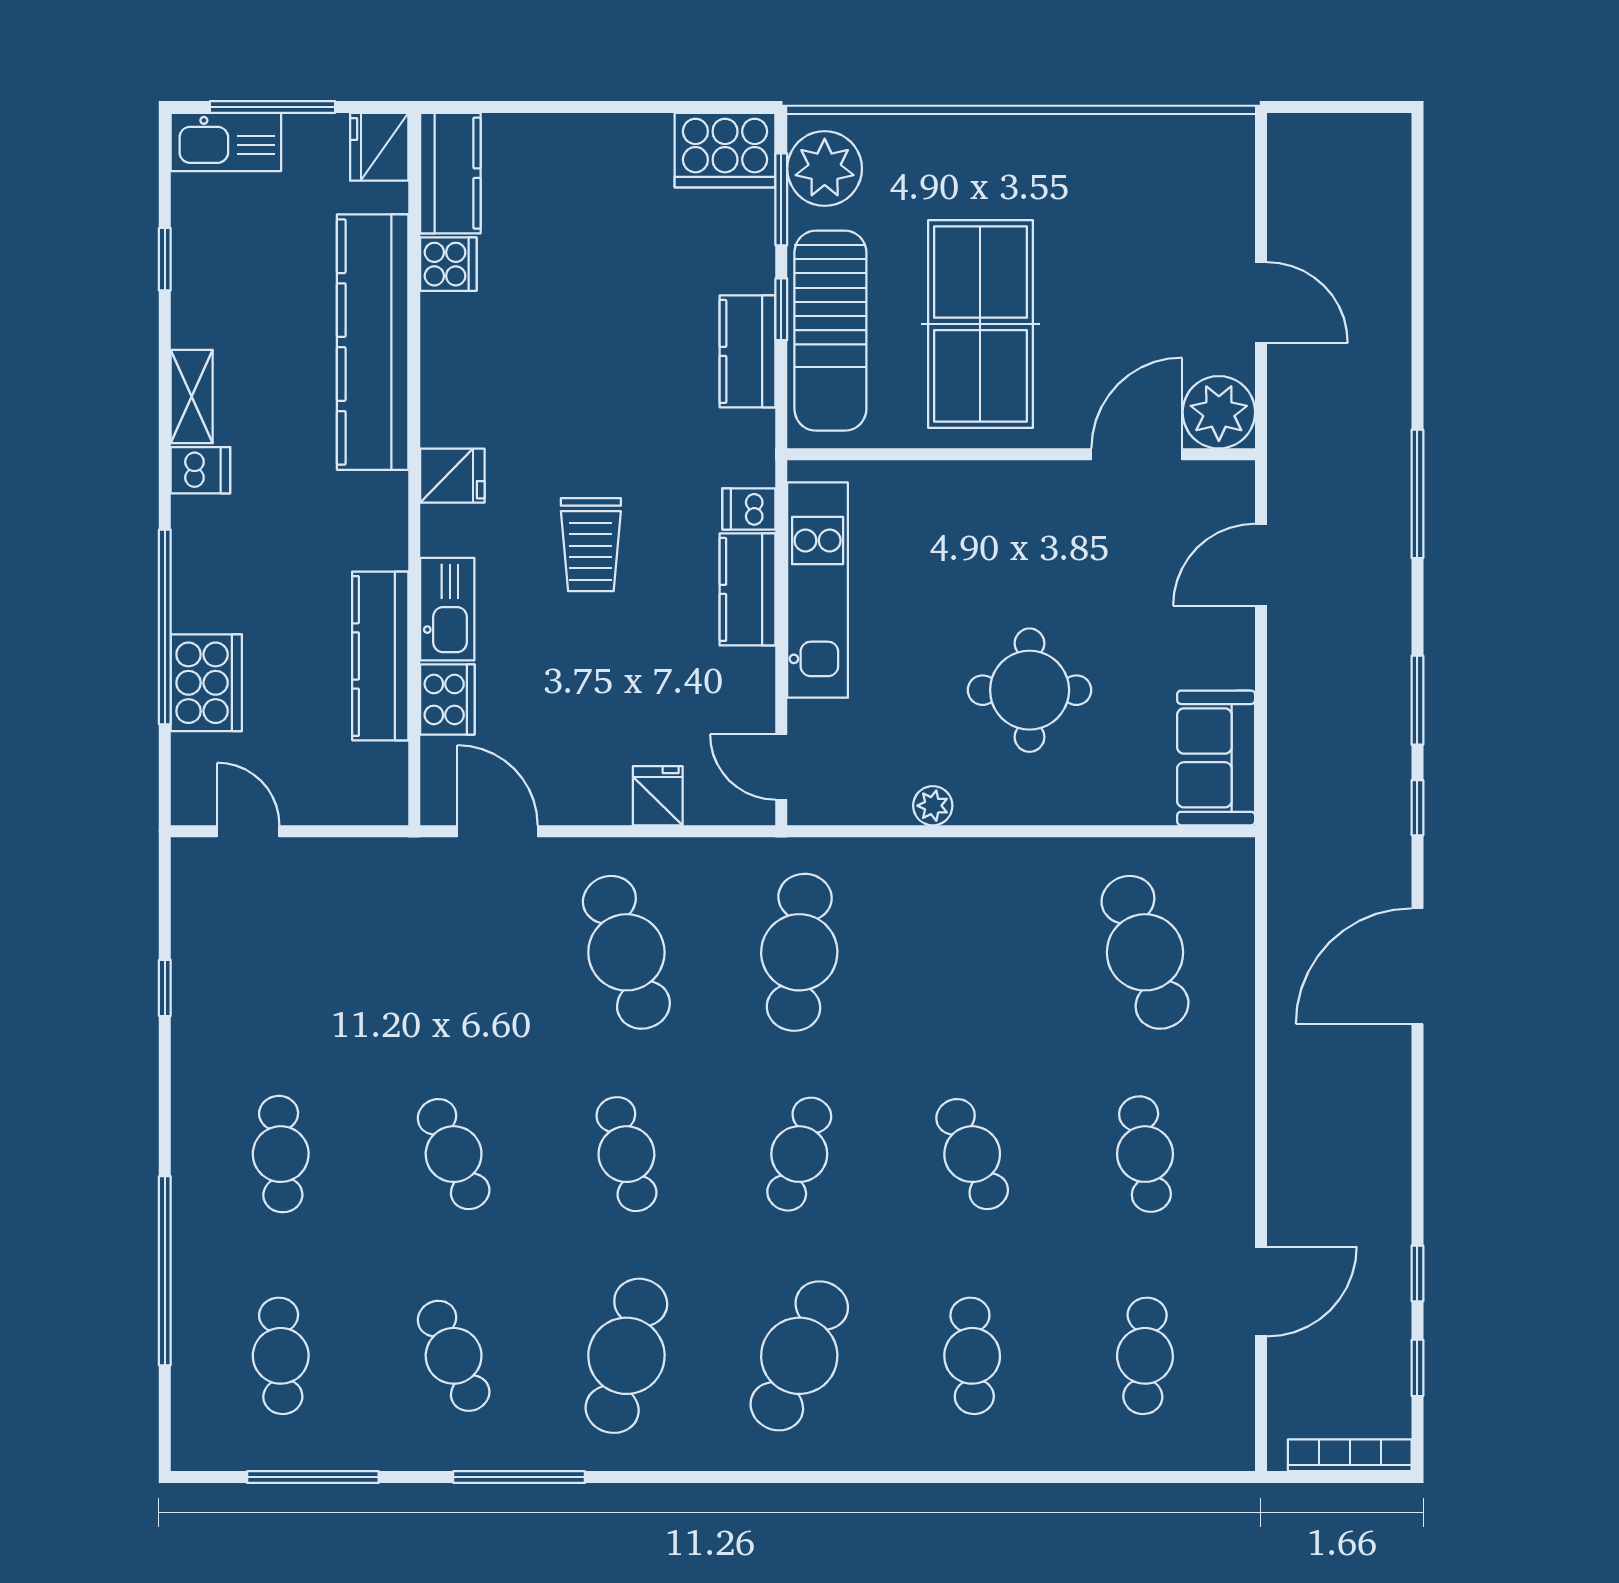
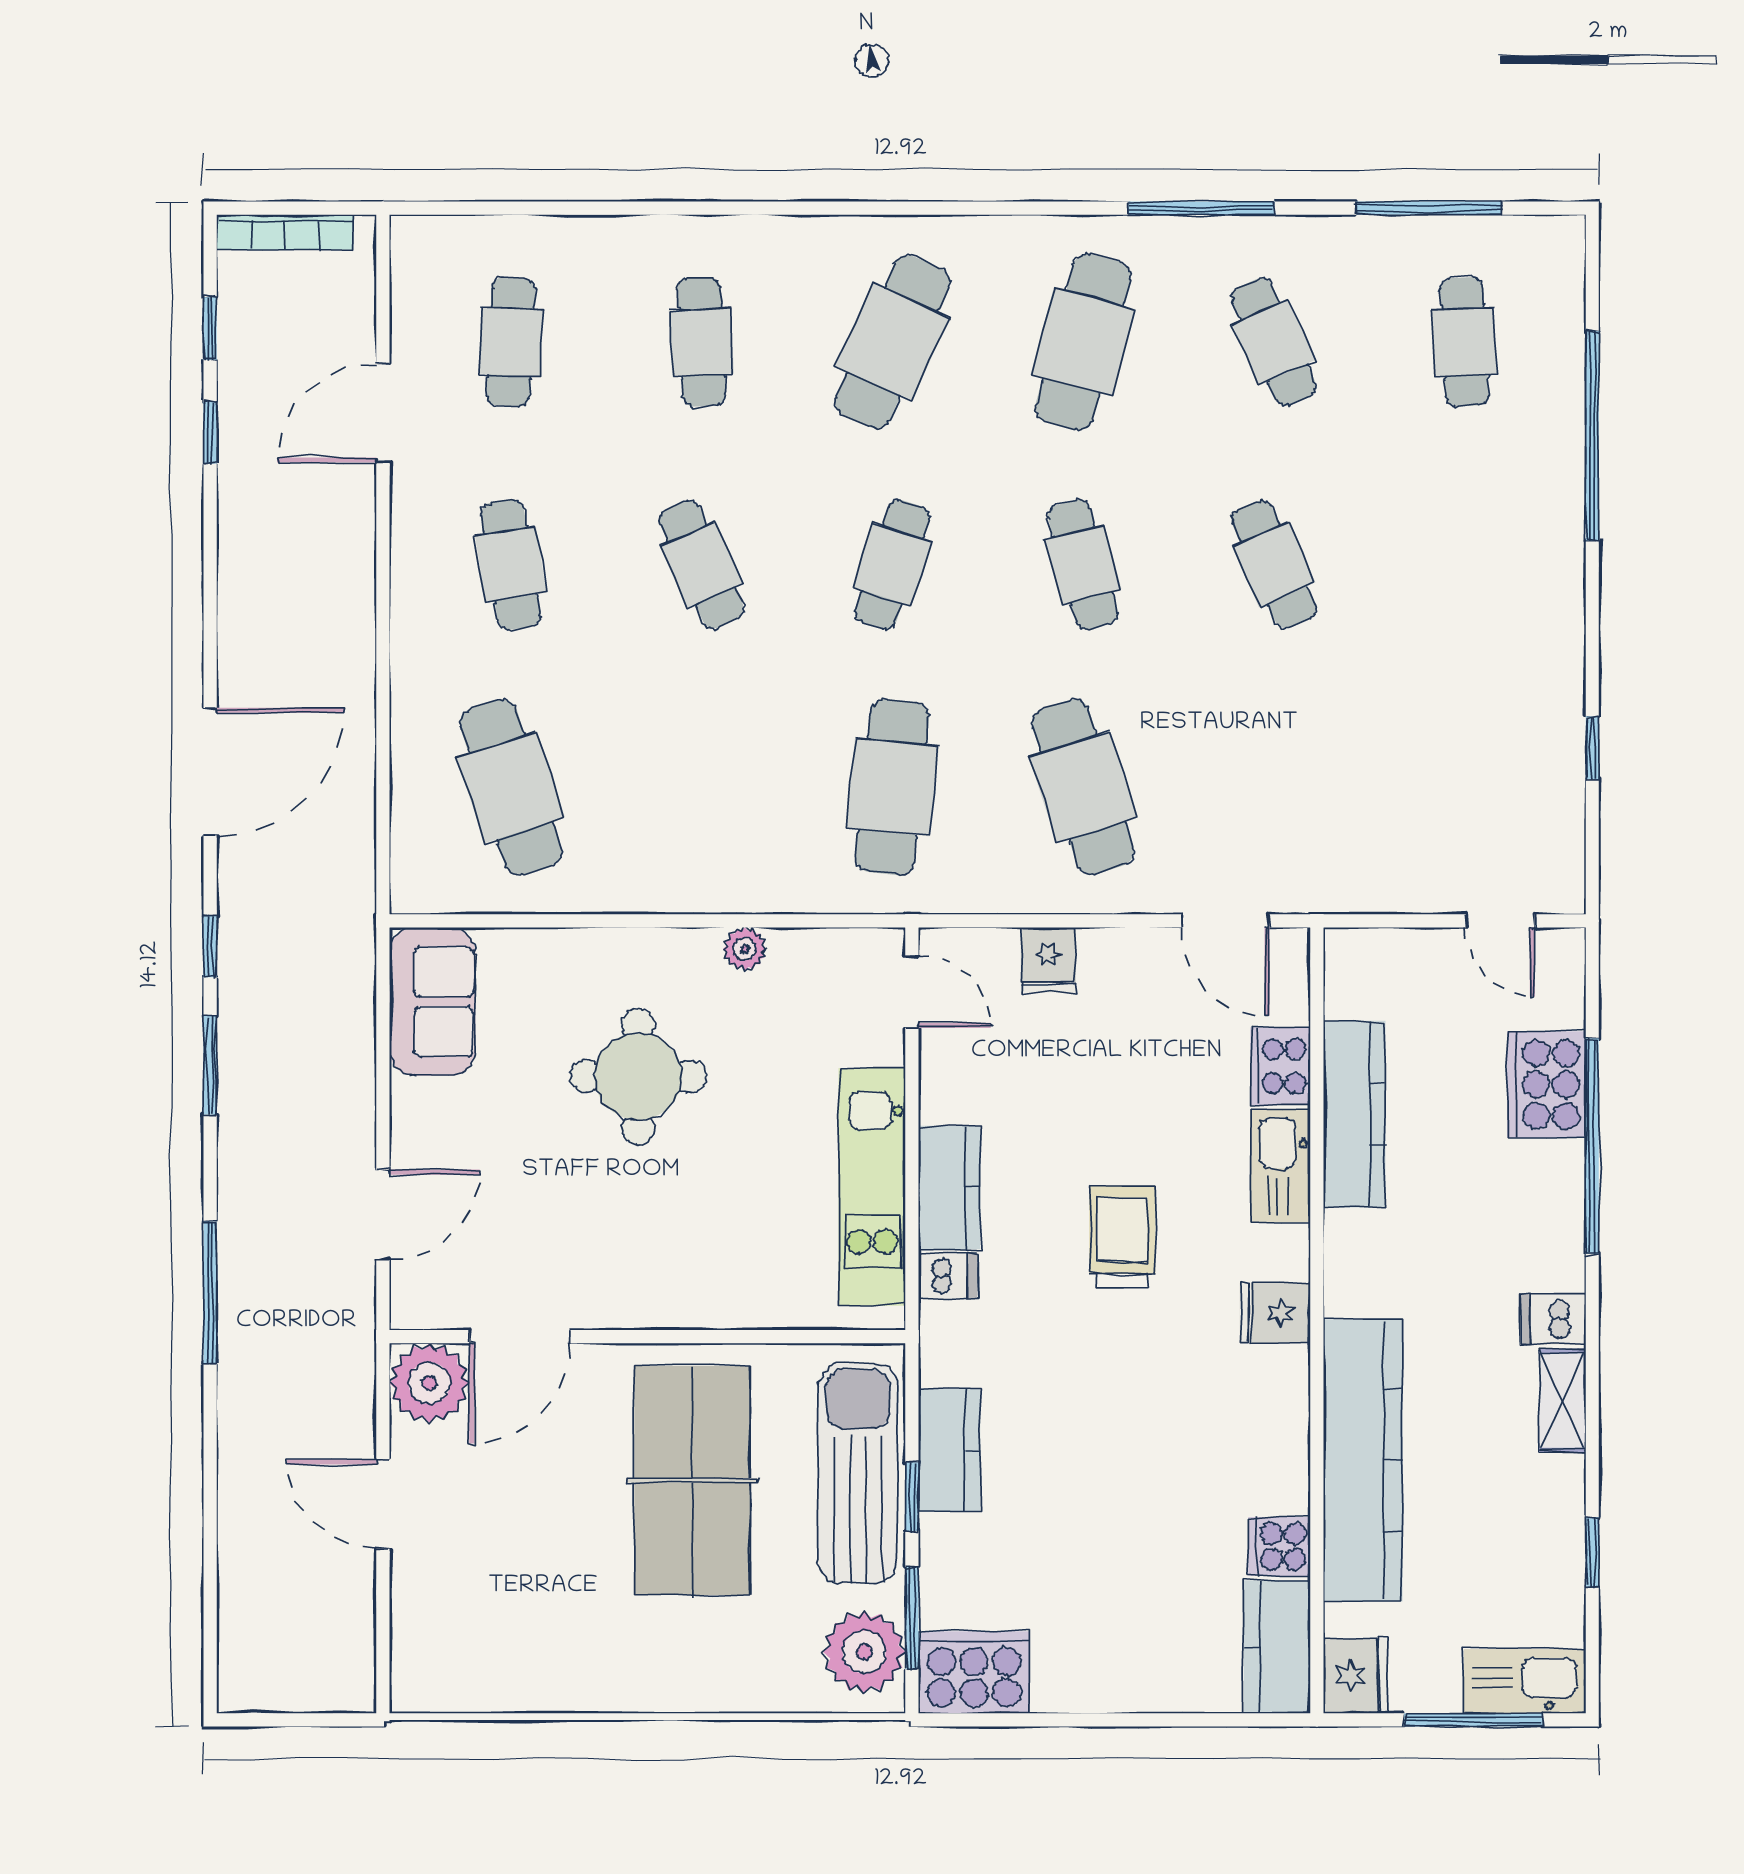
cafe table: (281, 1154) -> (1464, 564), removed

